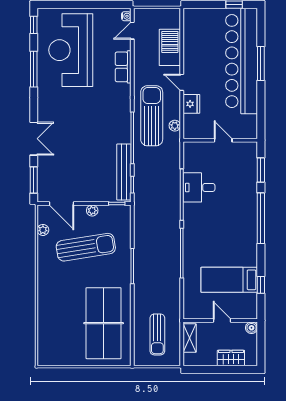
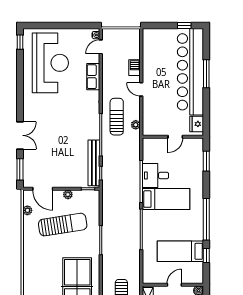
barbecue: (170, 47) -> (135, 68), width x0.53, depth x0.65
reception desk: (71, 50) -> (50, 63), turned 180
window: (34, 69) -> (20, 78), removed
fridge: (191, 104) -> (197, 124), moved, turned 180
sun lounger: (152, 116) -> (117, 117), width x0.73, depth x0.75
door: (223, 140) -> (175, 137), swing flipped
bed: (212, 216) -> (166, 199), added
window: (261, 218) -> (206, 219), moved
door: (222, 320) -> (174, 285), hinge flipped

